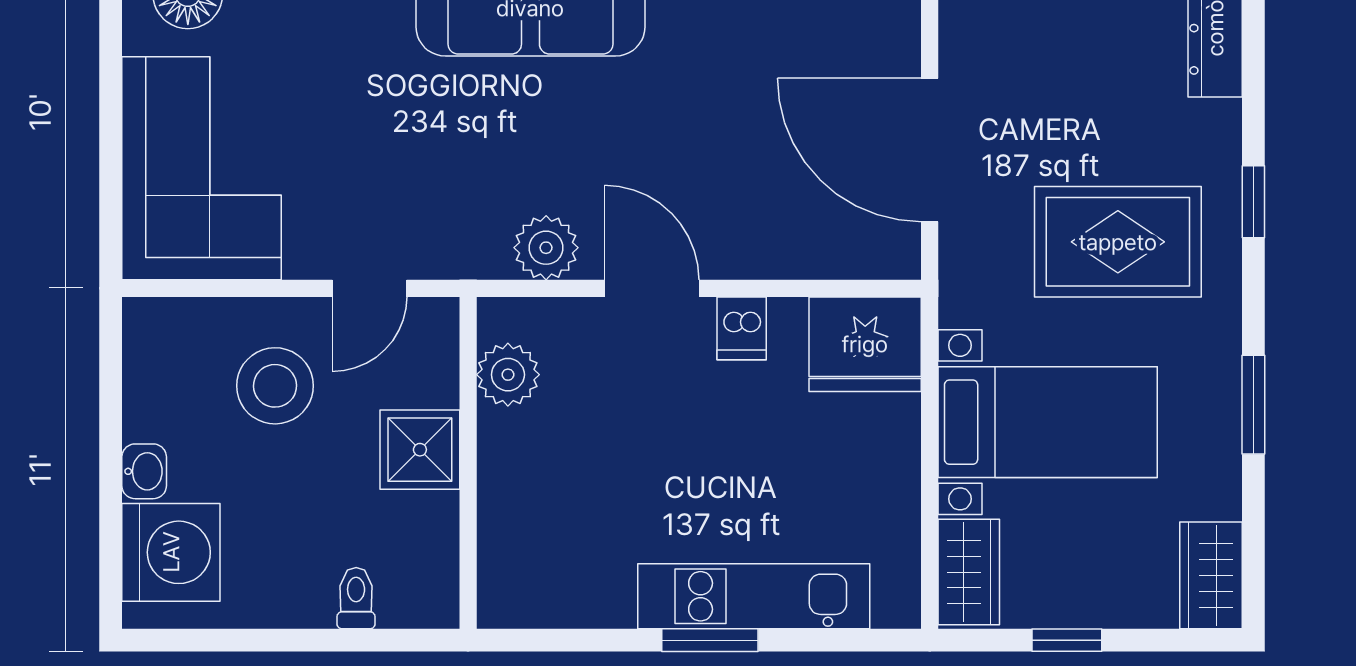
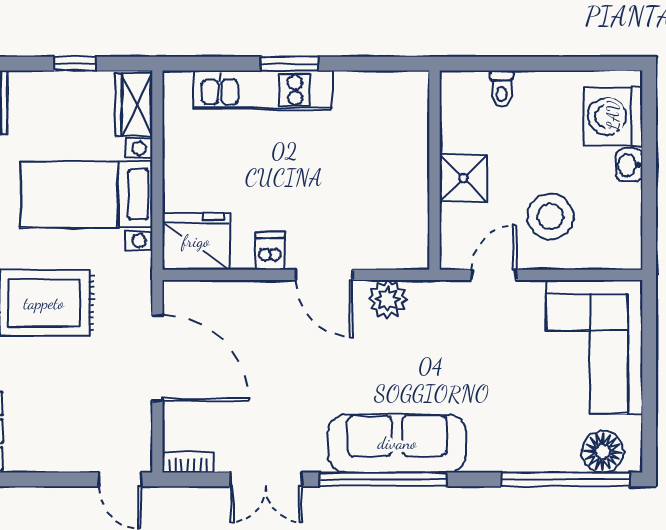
plant: (508, 375) -> (411, 223), removed

